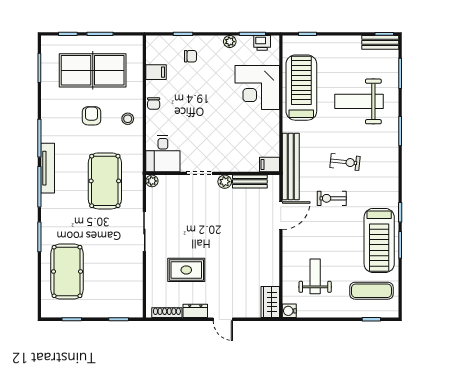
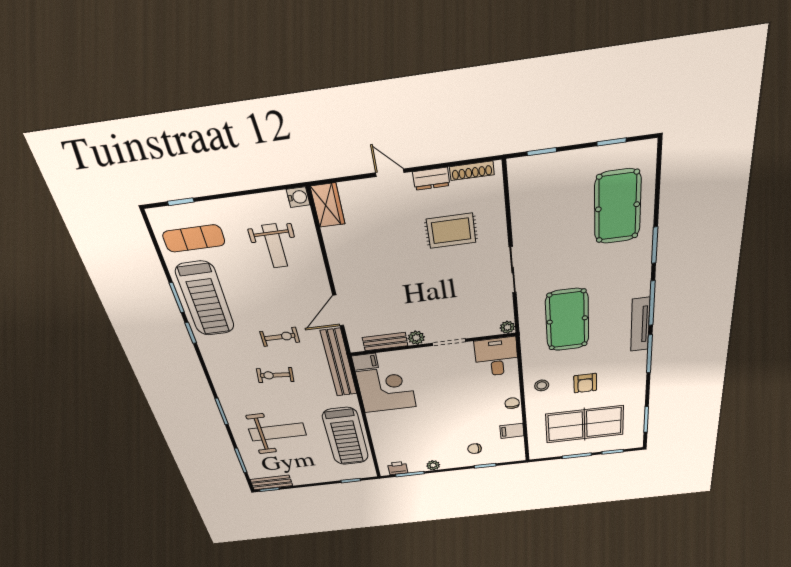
corner desk: (257, 88) -> (386, 390), moved
treadmill: (379, 240) -> (205, 299), turned 180

